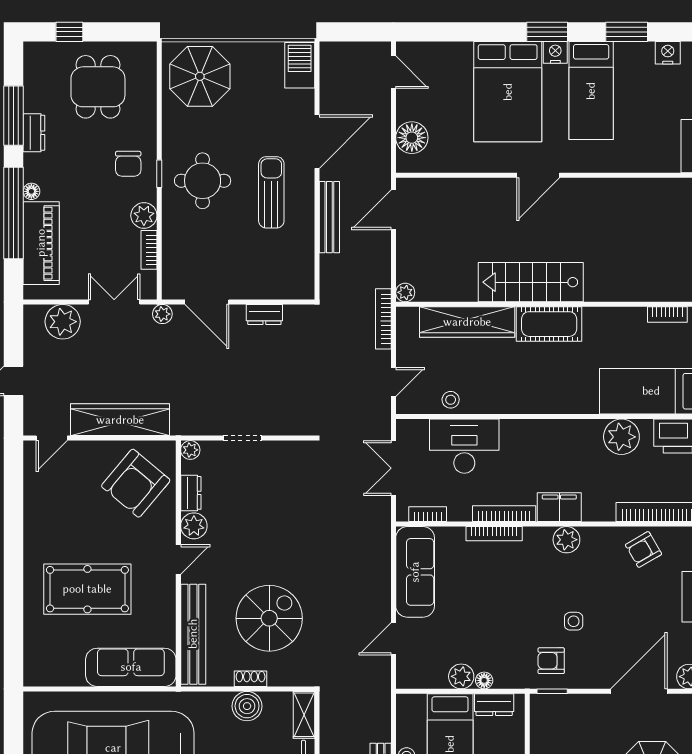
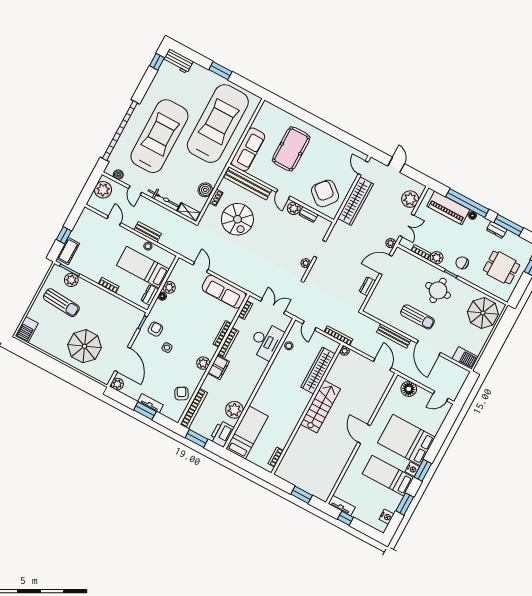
cot: (549, 324) -> (299, 405), removed
plant: (190, 450) -> (306, 263), moved

